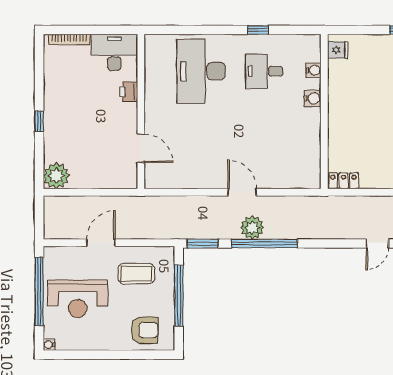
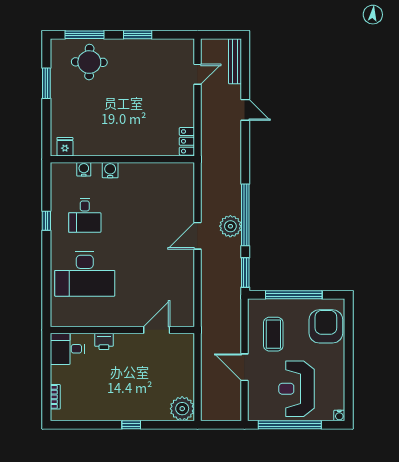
bookcase: (69, 39) -> (55, 397), width x0.64
desk: (114, 52) -> (67, 349), width x0.73
reception desk: (78, 299) -> (297, 389), turned 180
armchair: (145, 330) -> (326, 326), width x1.36, depth x1.36

